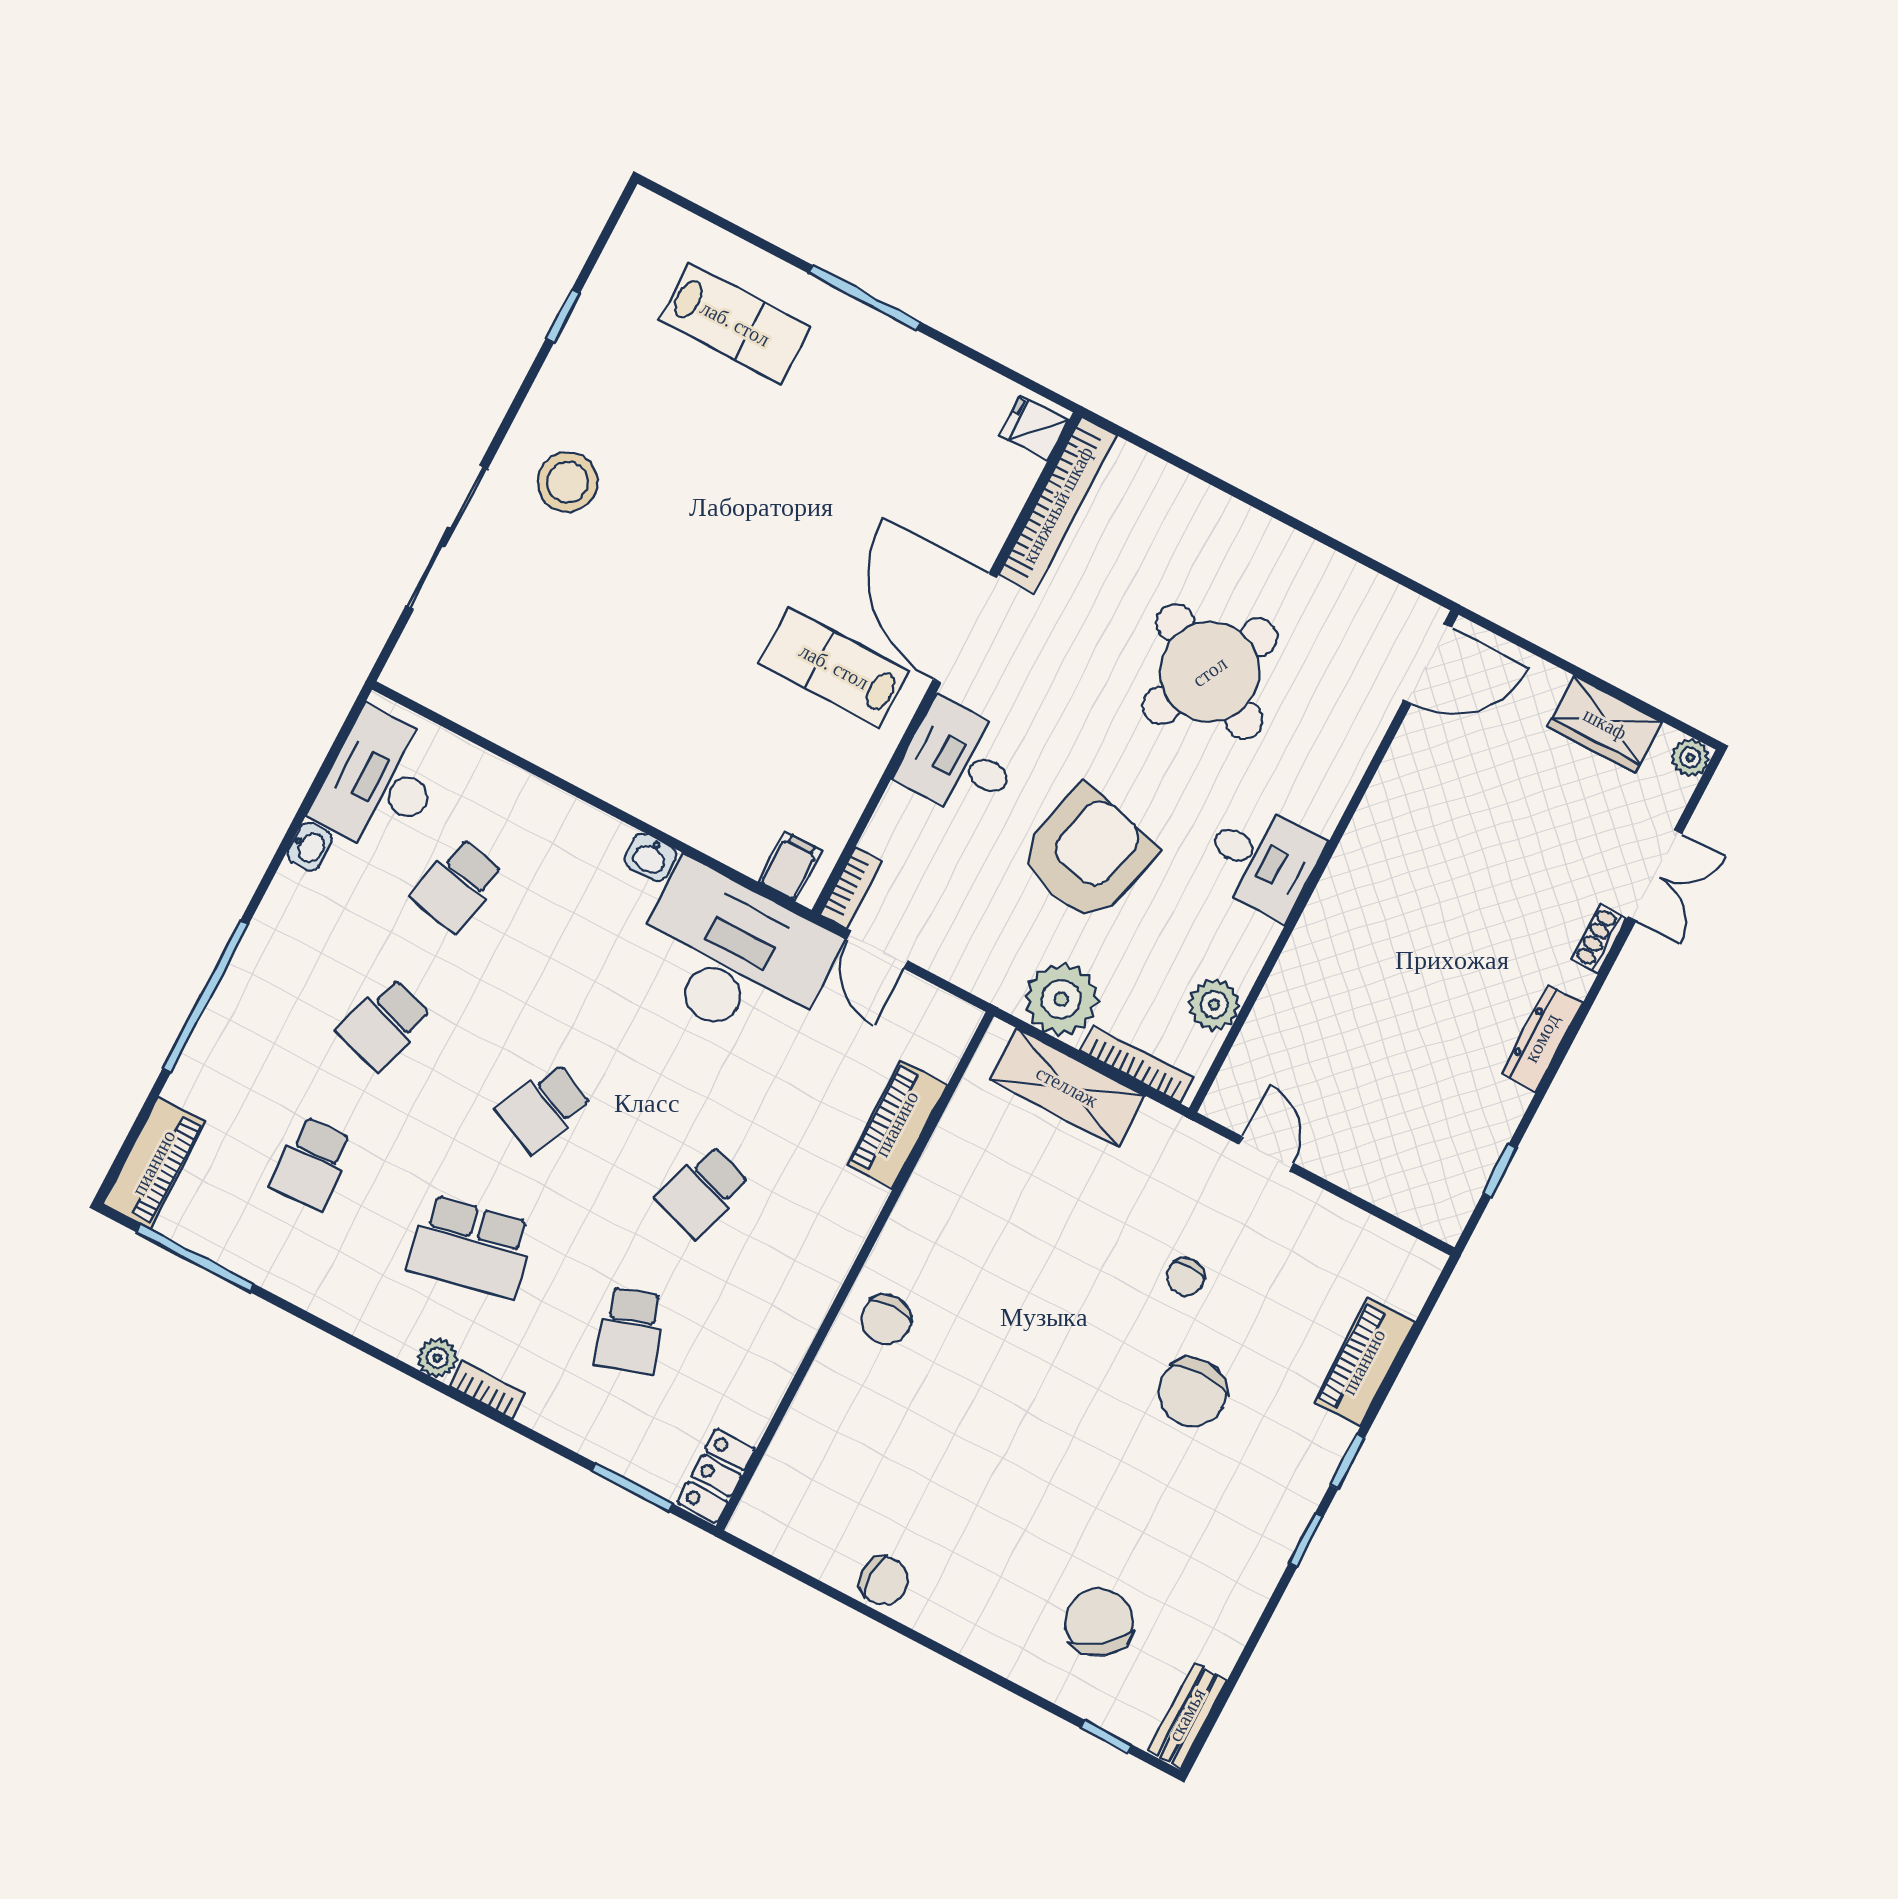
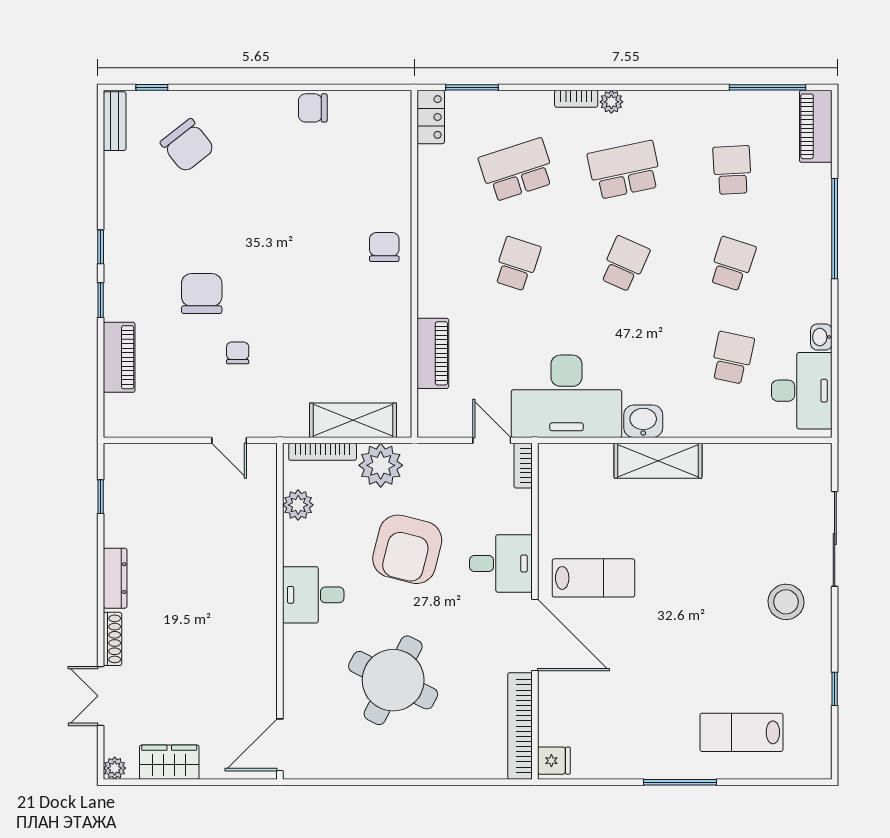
shelving: (647, 791) -> (658, 461), added
washbasin: (650, 857) -> (643, 421), width x1.38, depth x1.45
filing cabinet: (790, 866) -> (561, 460), removed
shoe rack: (1599, 939) -> (112, 639), width x1.43
school desk: (630, 1330) -> (517, 170), width x1.85

